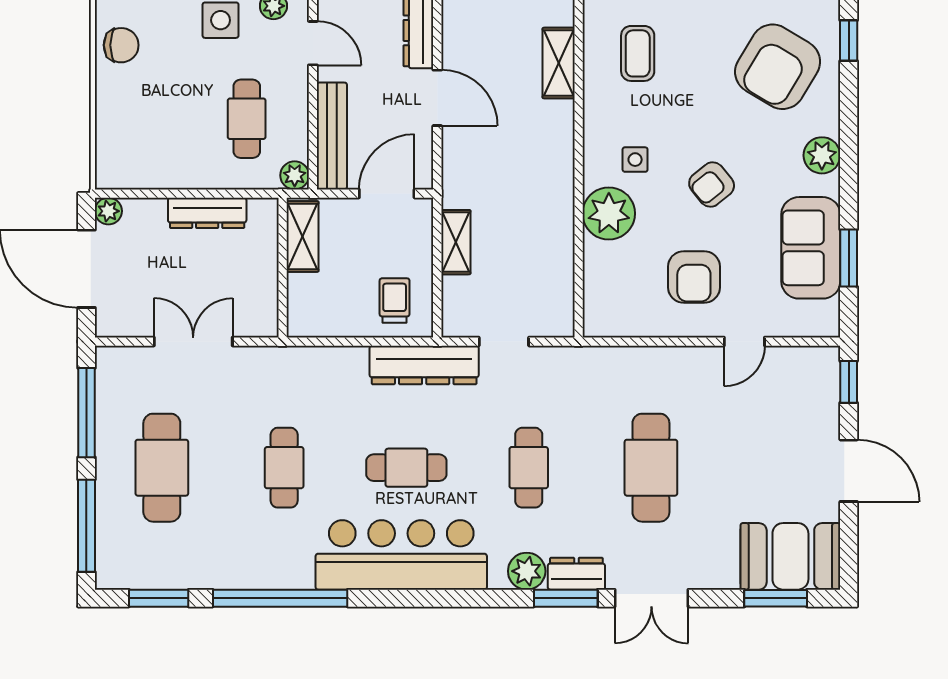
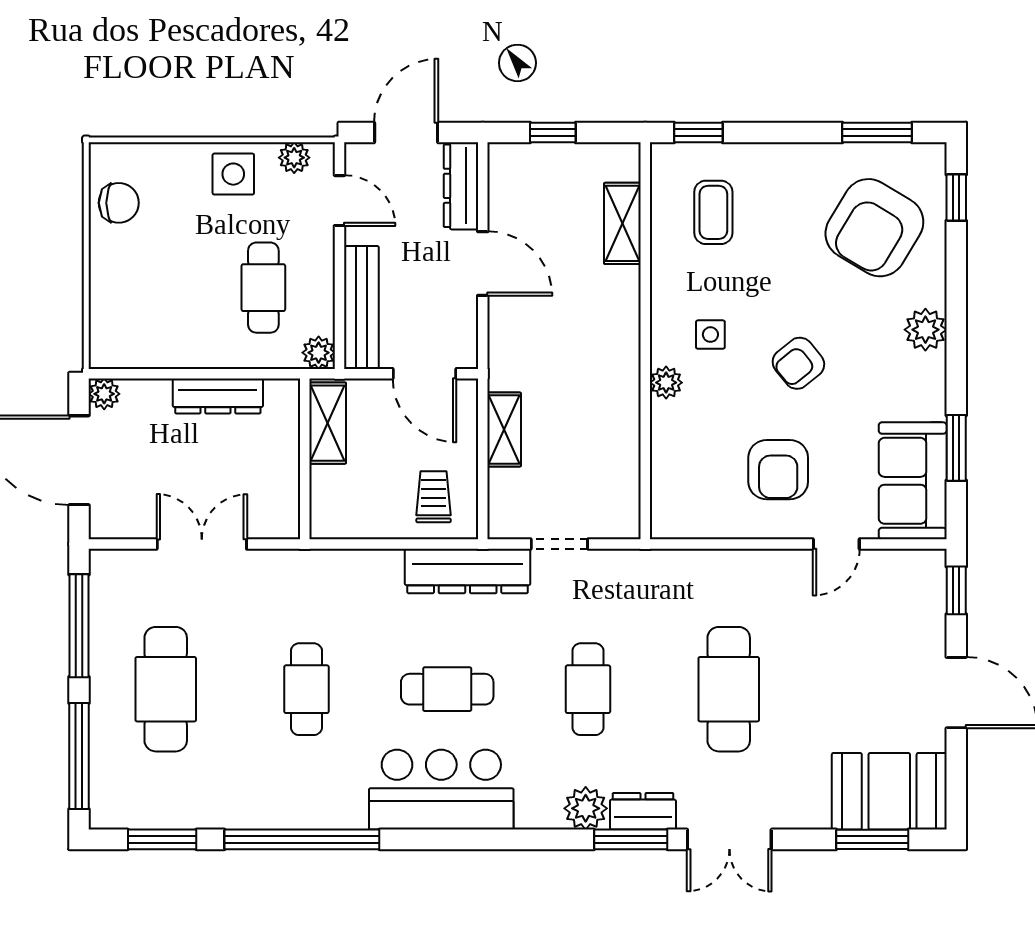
door: (387, 194) -> (425, 374), swing flipped
plant: (609, 213) -> (666, 383), width x0.53, depth x0.53
sofa: (811, 248) -> (913, 481), moved
bar counter: (401, 555) -> (441, 790), width x0.73

